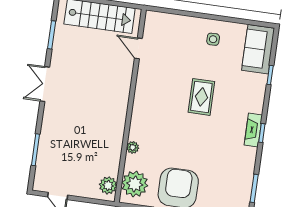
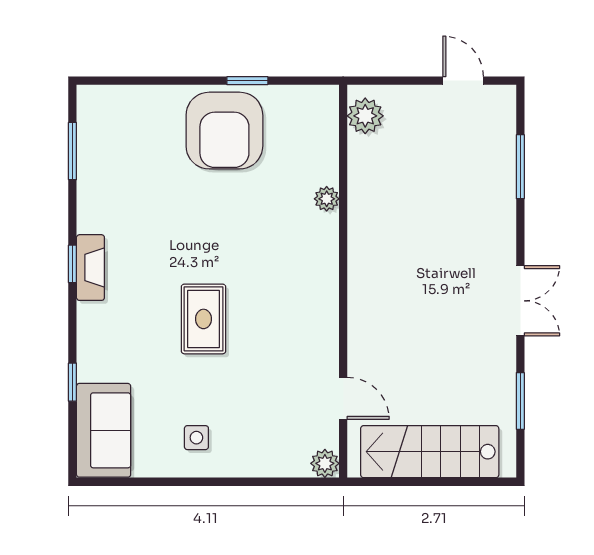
plant: (135, 184) -> (325, 463), moved, width x0.53, depth x0.53

